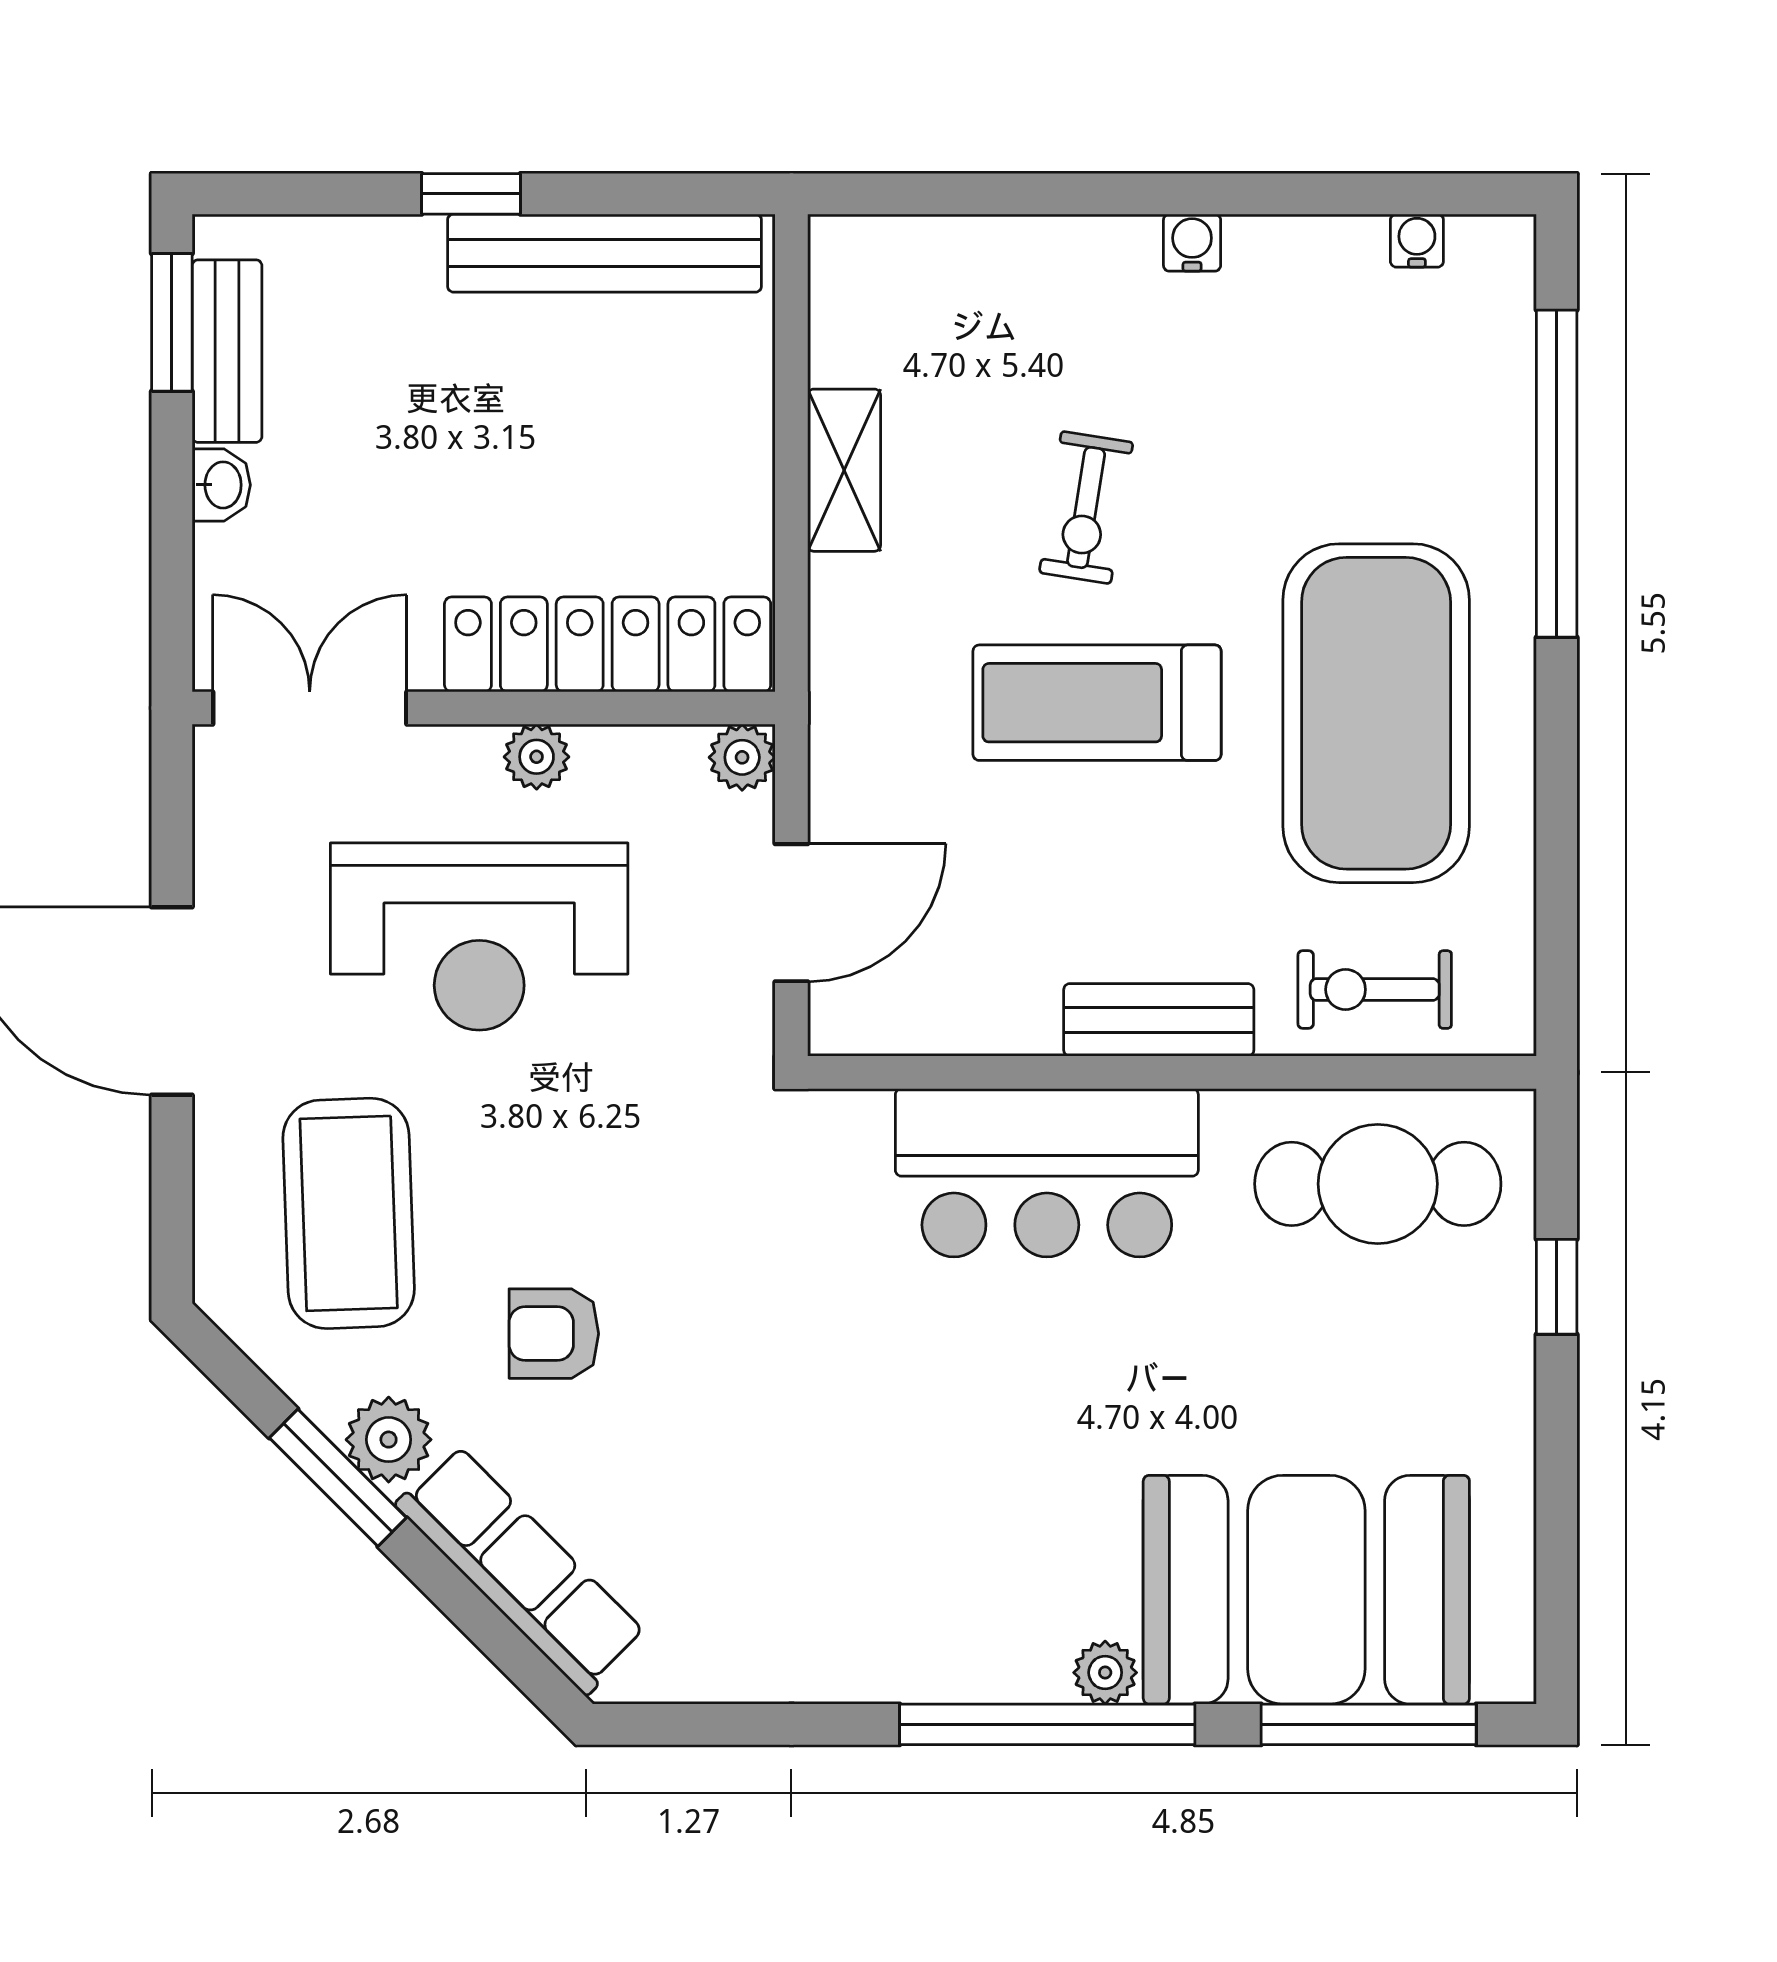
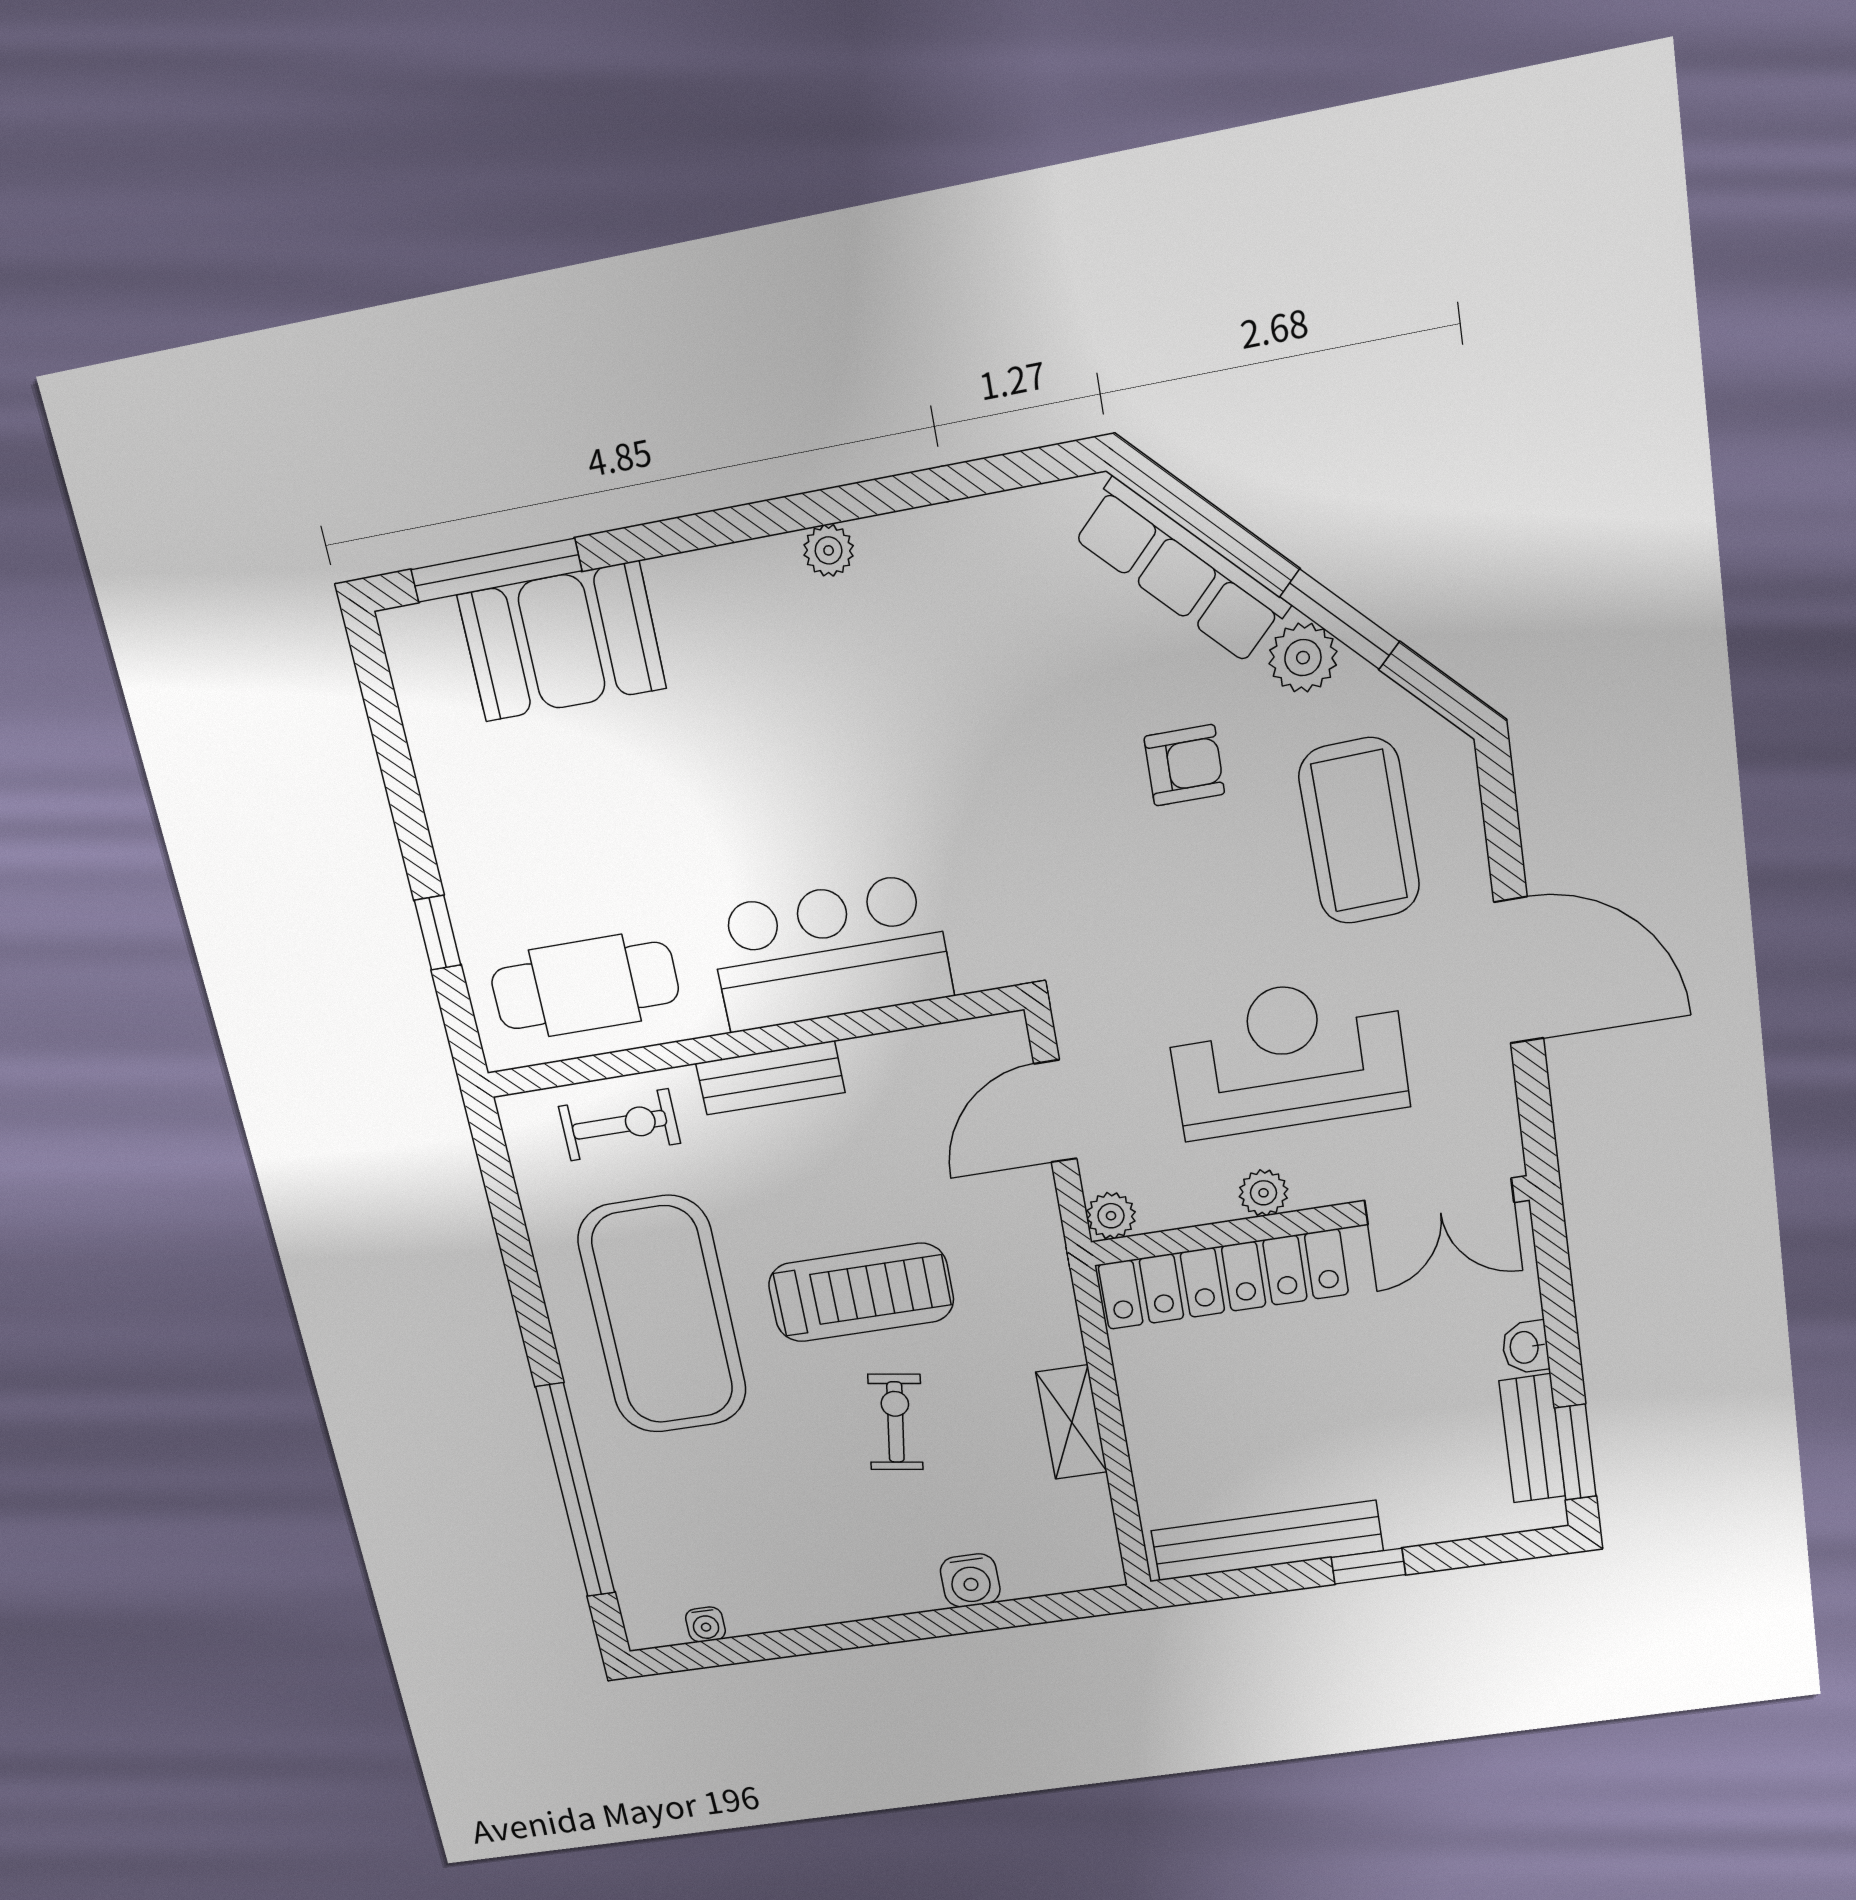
water cooler: (1192, 243) -> (970, 1580), moved, width x1.38, depth x1.38
booth: (1306, 1590) -> (562, 642), width x0.73, depth x0.70
plant: (1105, 1673) -> (829, 550), moved
window: (1047, 1724) -> (743, 523), removed

